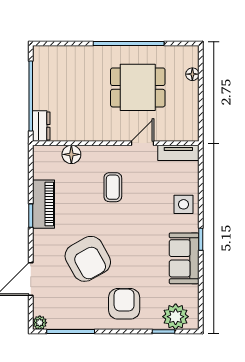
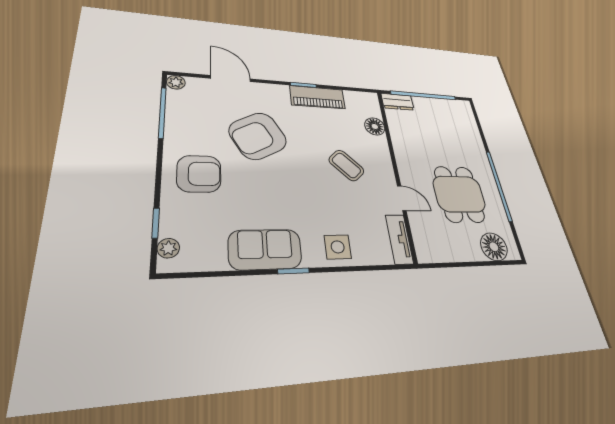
floor lamp: (192, 74) -> (494, 247), width x1.89, depth x1.89
coffee table: (113, 187) -> (346, 165), turned 46
plant: (176, 317) -> (168, 248), width x0.53, depth x0.53

